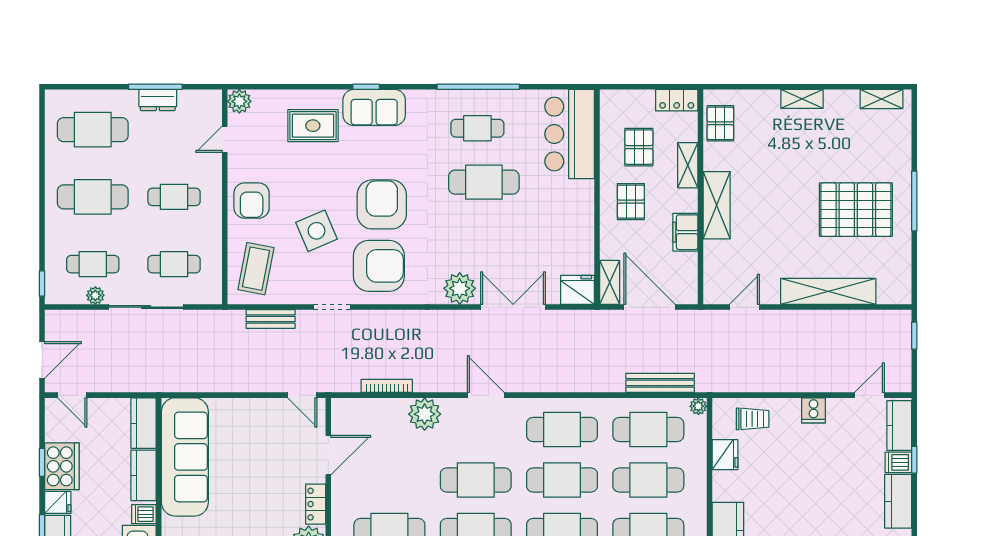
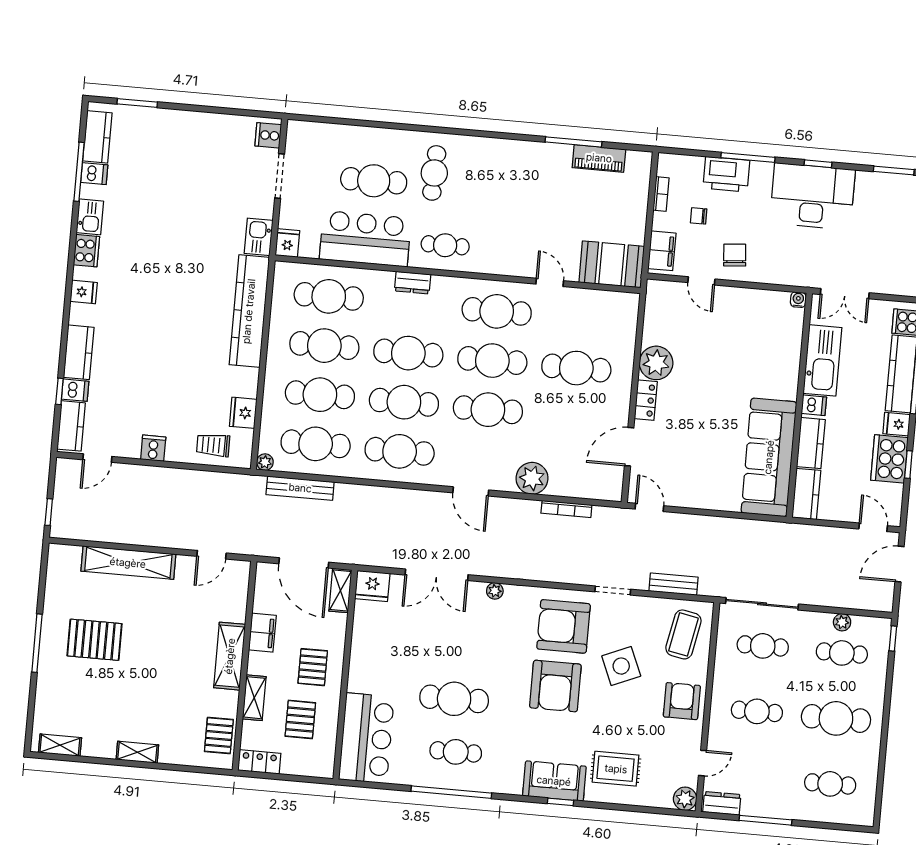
dresser: (158, 100) -> (722, 803), moved
cafe table: (93, 130) -> (830, 784), width x0.73, depth x0.74
pallet: (856, 210) -> (95, 640), width x0.73, depth x0.71
plant: (460, 288) -> (495, 591), width x0.53, depth x0.53
sliding door: (146, 307) -> (762, 604), moved

